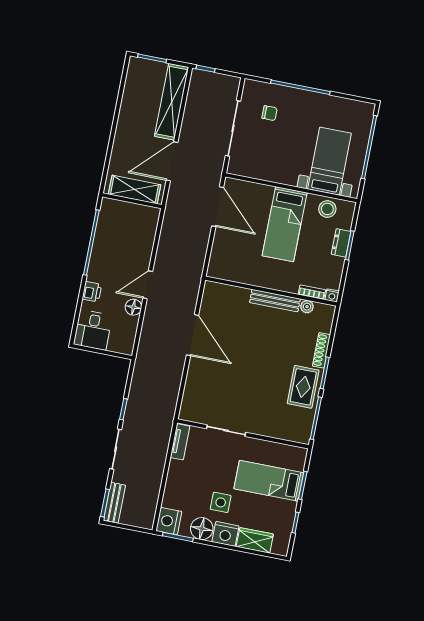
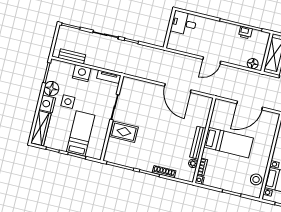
door: (218, 207) -> (250, 105), moved
bed: (285, 224) -> (228, 143), moved, turned 180
dresser: (341, 243) -> (234, 187), removed
door: (148, 285) -> (212, 60), swing flipped
printer: (92, 292) -> (245, 33), moved
floor lamp: (133, 307) -> (253, 64), moved
door: (192, 335) -> (178, 88), hinge flipped
rug: (303, 387) -> (124, 132), moved
bench: (114, 503) -> (72, 56), moved
nightstand: (169, 521) -> (82, 73), moved
wardrobe: (255, 540) -> (41, 128), width x1.50

